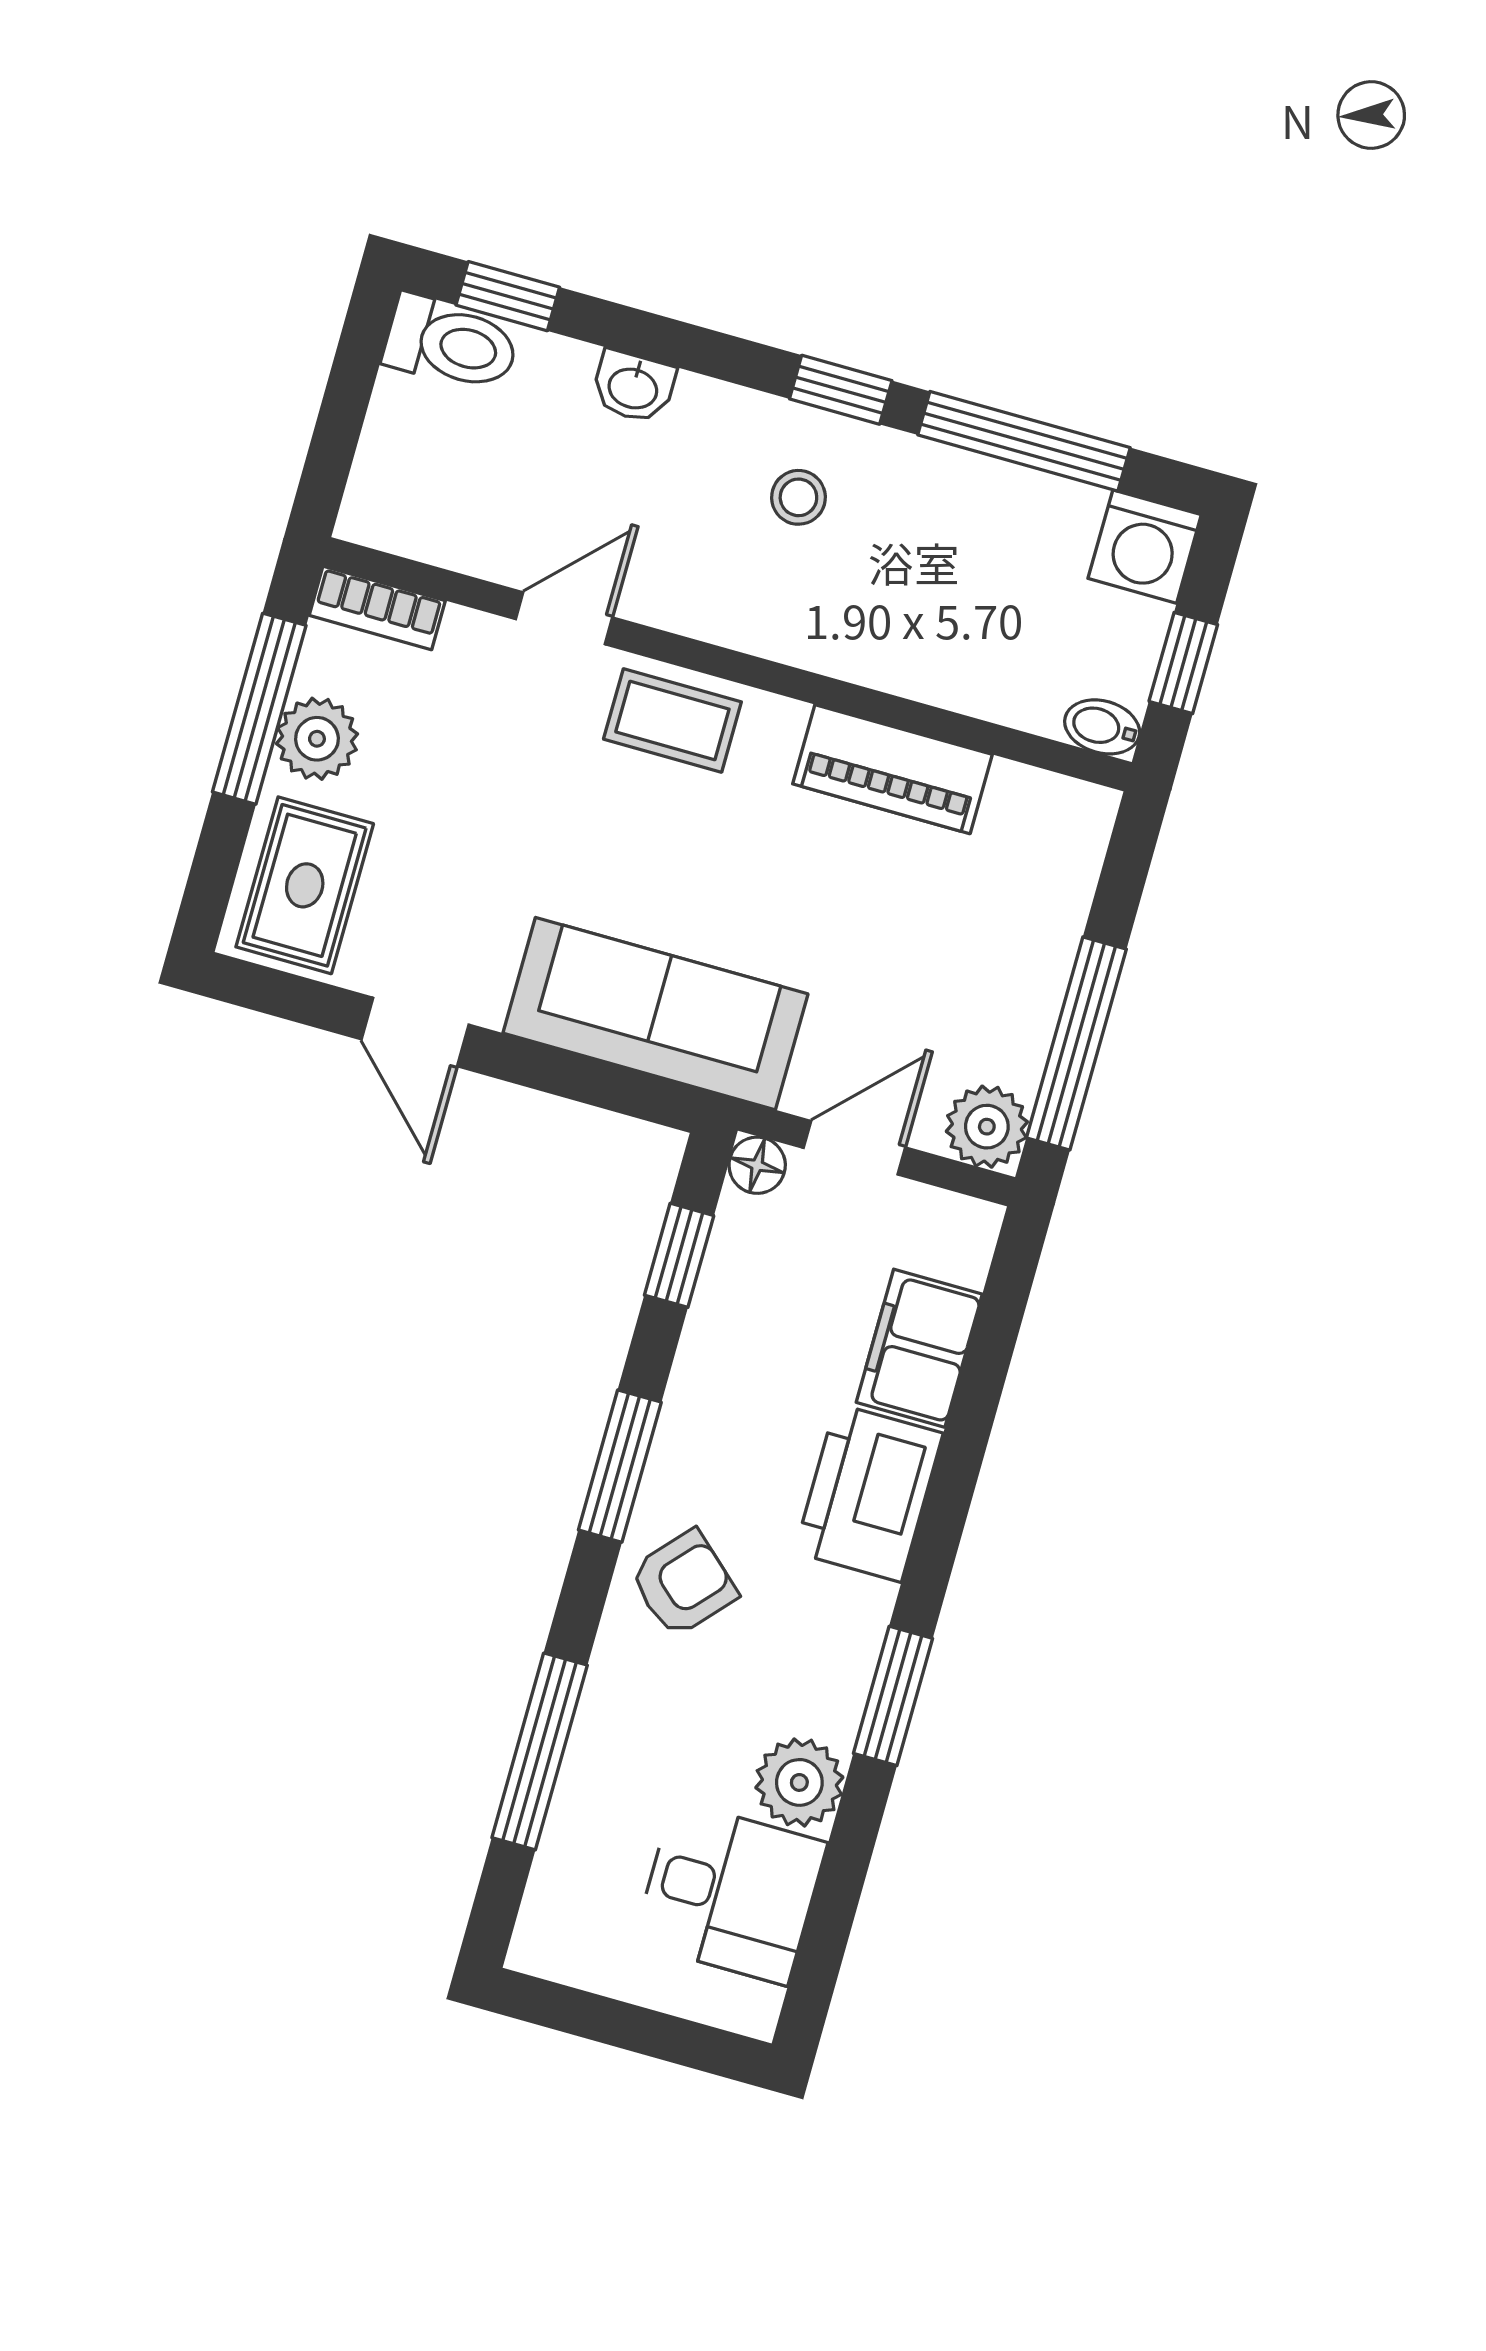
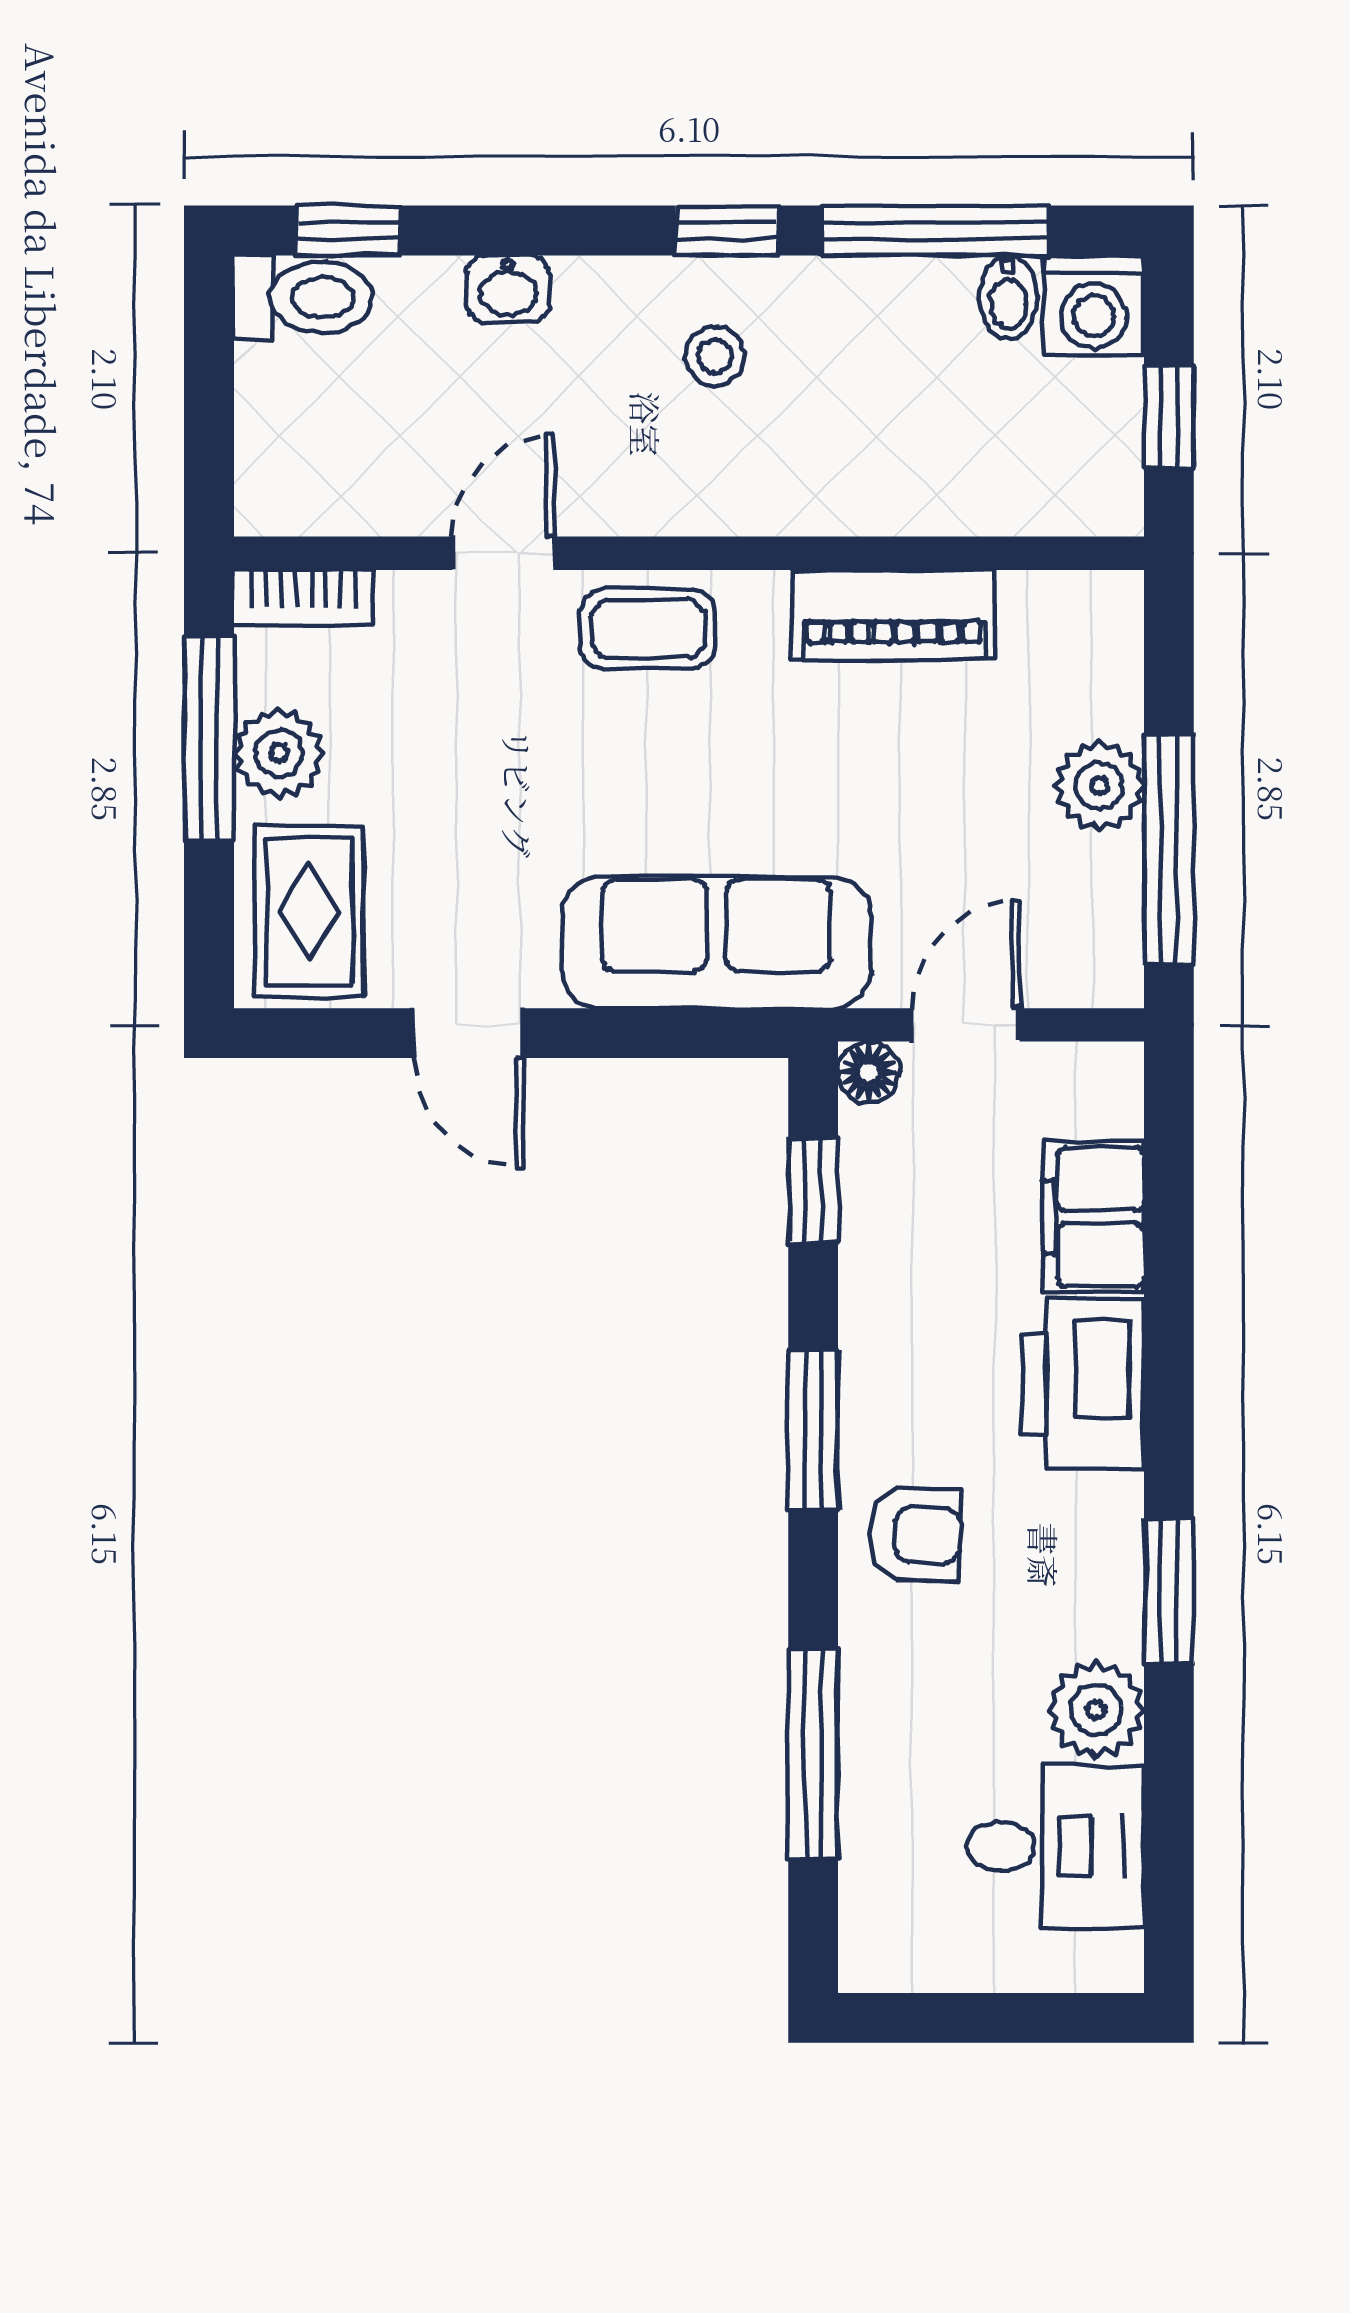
bidet: (1102, 727) -> (1008, 297), moved, turned -90
plant: (987, 1127) -> (1099, 786), moved
armchair: (683, 1583) -> (915, 1535), turned 50

